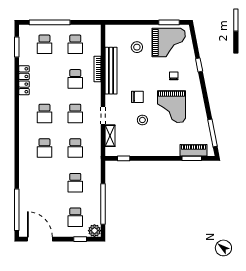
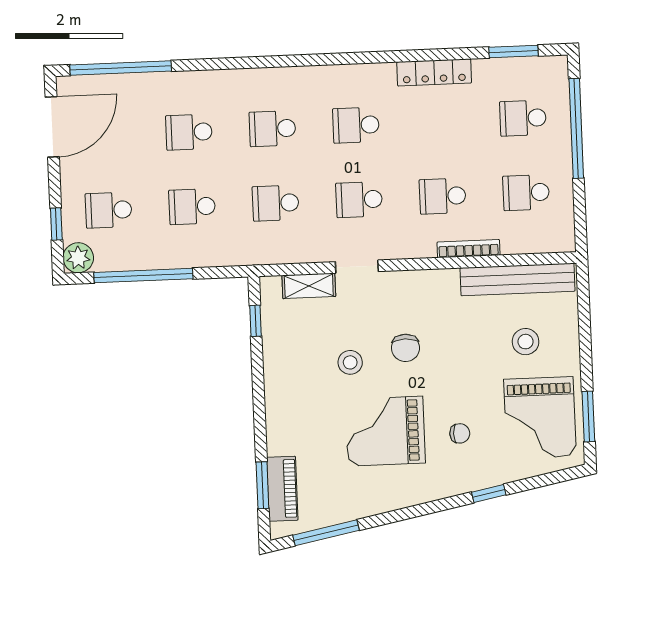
bench: (111, 71) -> (517, 279), moved
school desk: (44, 183) -> (189, 132), added

